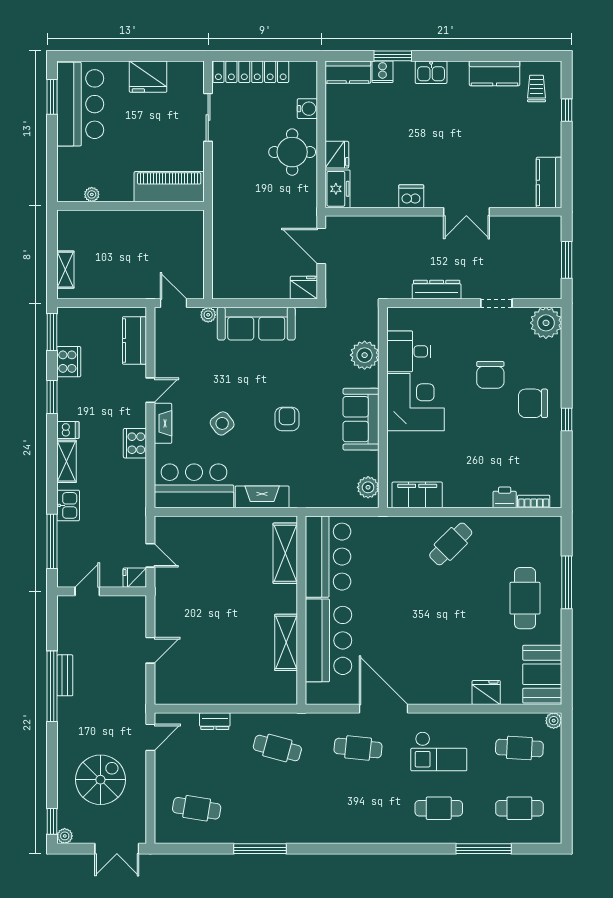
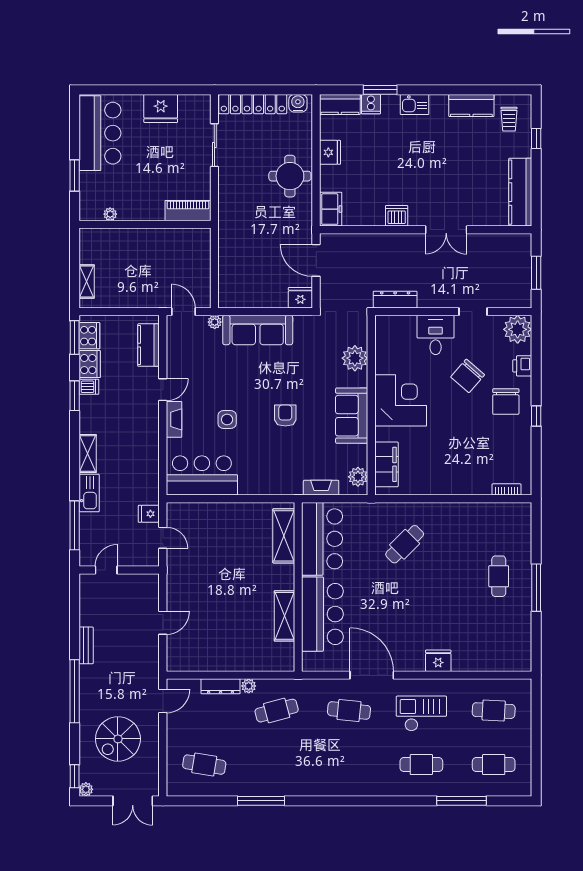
trolley: (537, 88) -> (509, 119), turned 180
window: (52, 97) -> (75, 176), moved
water cooler: (307, 109) -> (298, 103), moved, turned -90
fridge: (337, 155) -> (330, 152), moved
kitchen counter: (549, 182) -> (520, 192), width x1.50
piano: (169, 187) -> (188, 211), width x0.73, depth x0.75
dresser: (437, 290) -> (395, 300), moved
desk: (409, 351) -> (436, 335), moved, turned 90
chair: (490, 375) -> (468, 376), turned 41
chair: (533, 403) -> (506, 401), turned -90
side table: (222, 423) -> (227, 420), turned 37
dishwasher: (68, 430) -> (89, 387), moved
cooker: (135, 443) -> (89, 336), moved, turned 180
filing cabinet: (417, 495) -> (386, 464), moved, turned 90
fireplace: (262, 497) -> (321, 488), moved, width x0.73, depth x0.76
printer: (505, 497) -> (522, 366), moved, turned -90
kitchen sink: (68, 505) -> (89, 493), width x1.38
cafe table: (451, 544) -> (405, 544), moved
fridge: (135, 578) -> (149, 514), moved
window: (567, 582) -> (536, 588), moved
cafe table: (525, 598) -> (499, 576), width x0.73, depth x0.74
booth: (542, 674) -> (514, 644), removed
window: (52, 686) -> (75, 691), moved
fridge: (486, 693) -> (438, 661), moved
dresser: (215, 721) -> (221, 686), width x1.44
plant: (554, 721) -> (249, 686), moved
cafe table: (277, 748) -> (277, 711), turned -30
checkout: (439, 751) -> (421, 714), turned 180
spiral stairs: (100, 780) -> (118, 739), turned 180

